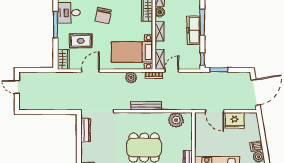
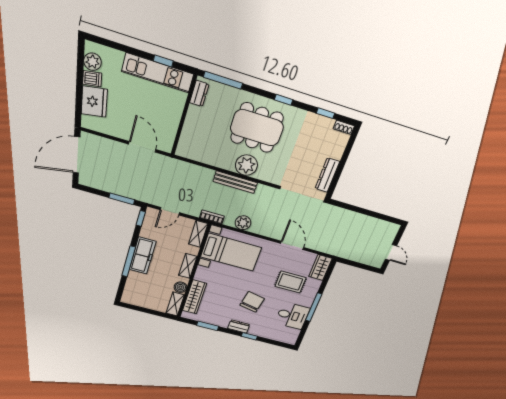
door: (90, 71) -> (292, 245), swing flipped
door: (172, 71) -> (170, 211), moved
plant: (176, 120) -> (246, 165), moved
fridge: (234, 120) -> (94, 102), moved, turned 81

